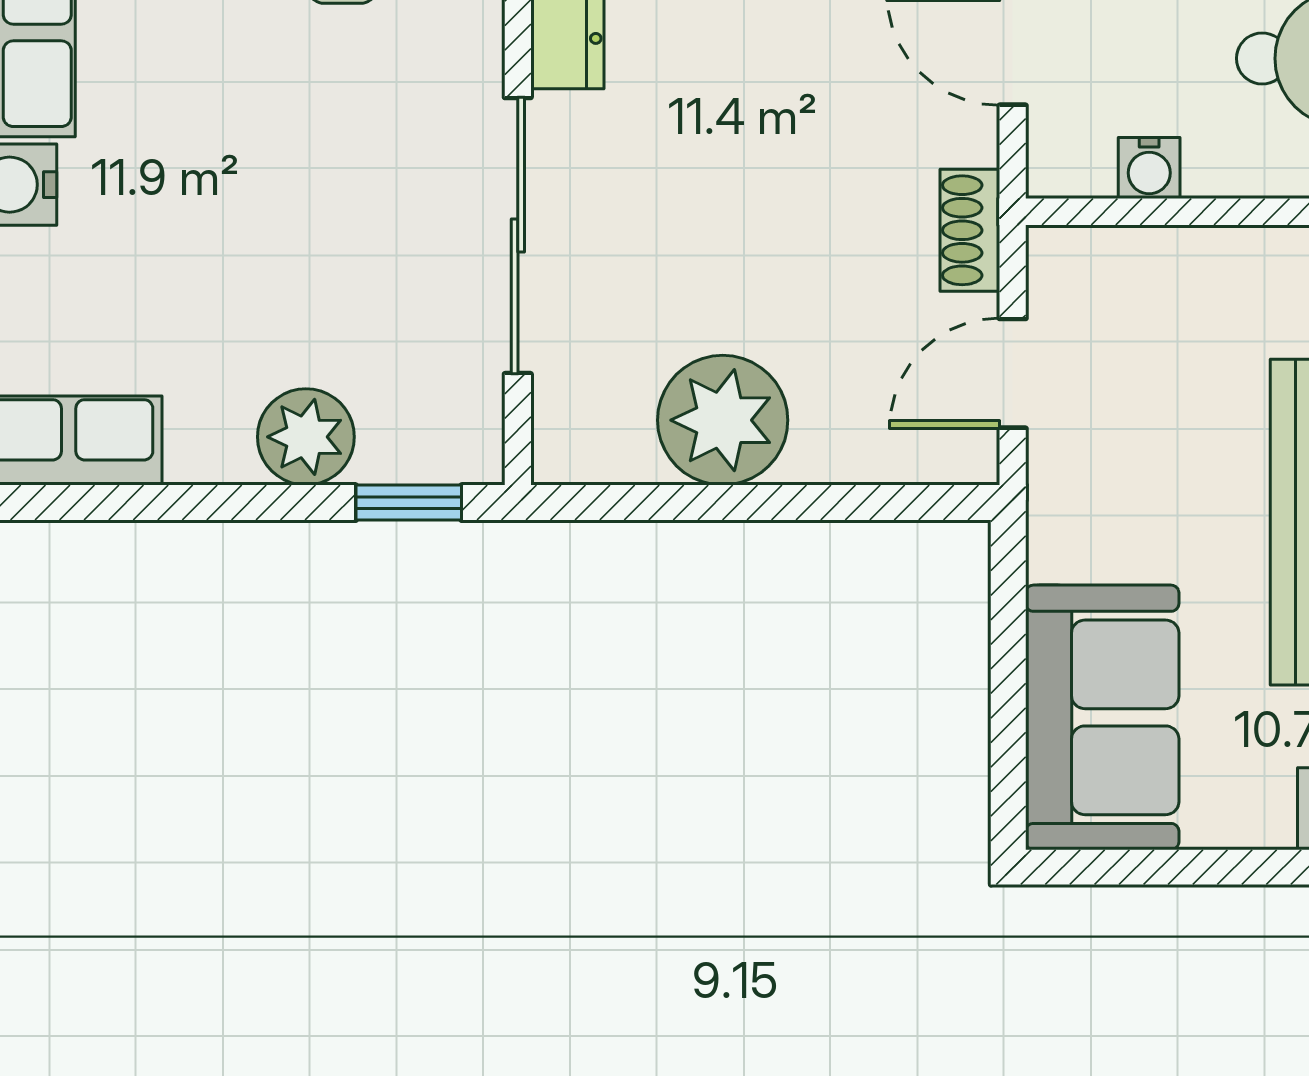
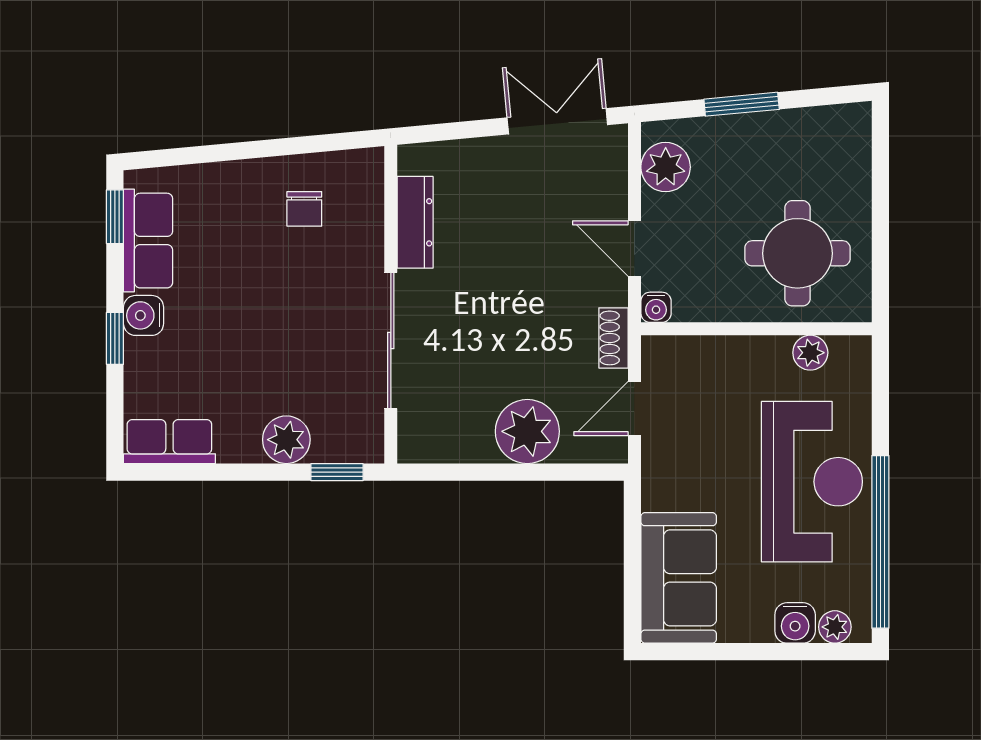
water cooler: (1149, 168) -> (656, 307), moved
plant: (723, 420) -> (527, 431), moved

